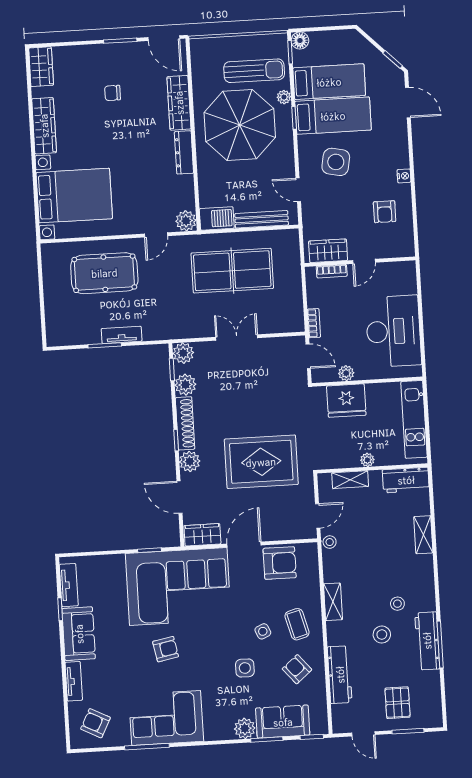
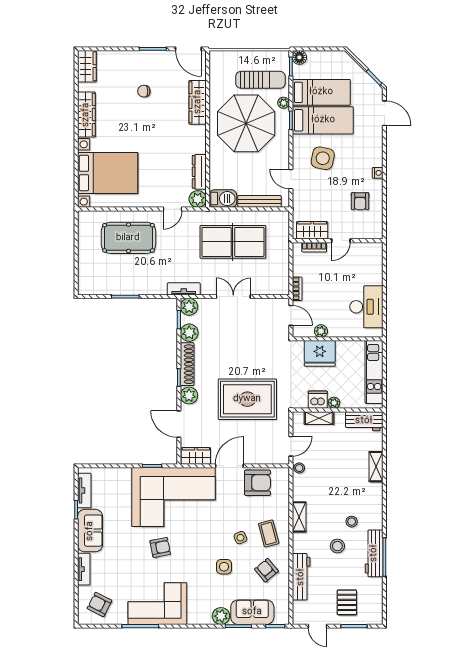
dresser: (184, 152) -> (199, 172), moved
desk: (393, 331) -> (366, 307), width x0.73, depth x0.77
tv unit: (122, 335) -> (184, 289), moved
dishwasher: (347, 457) -> (318, 400), added

